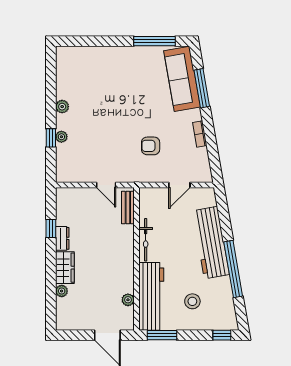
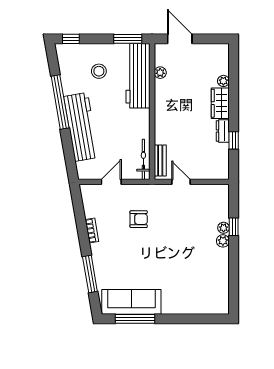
sofa: (182, 79) -> (131, 302), moved, turned -80
plant: (62, 107) -> (223, 241), moved
bicycle: (146, 240) -> (143, 159), moved

